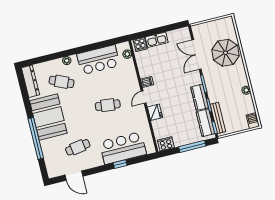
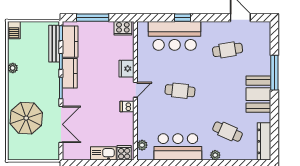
booth: (48, 117) -> (258, 94), width x0.73, depth x0.70
window: (36, 138) -> (274, 73), width x0.68

